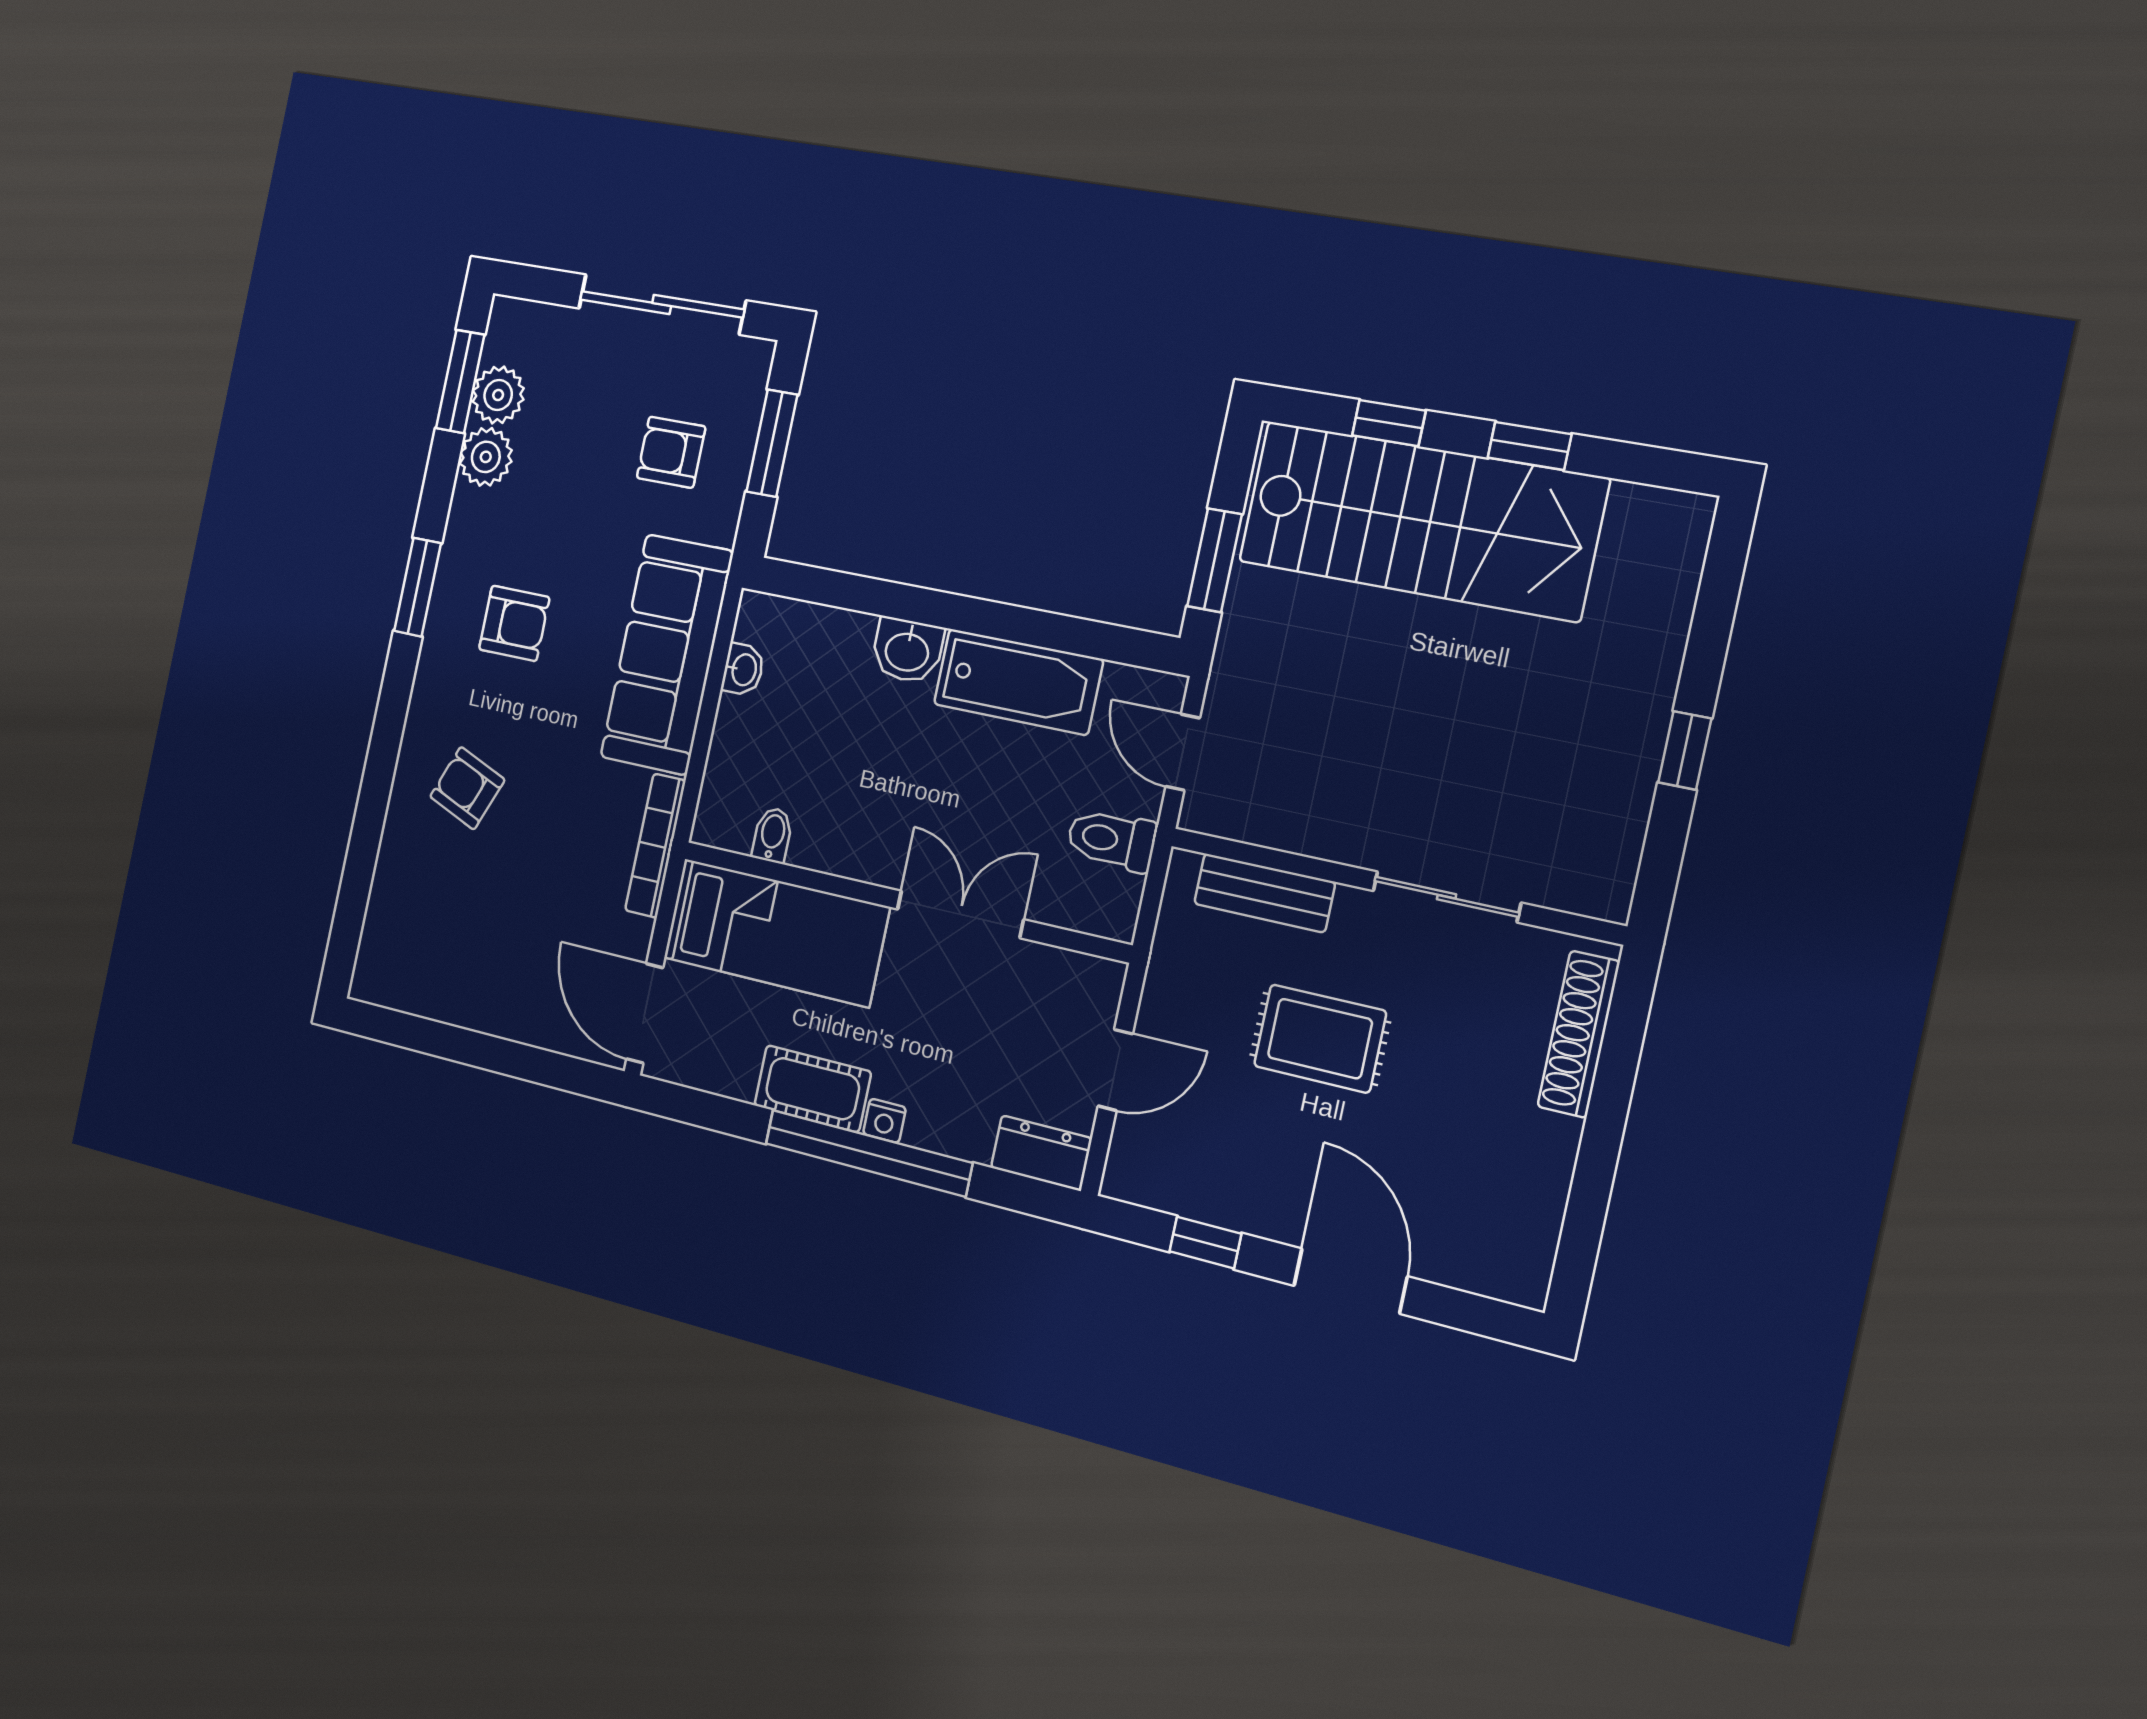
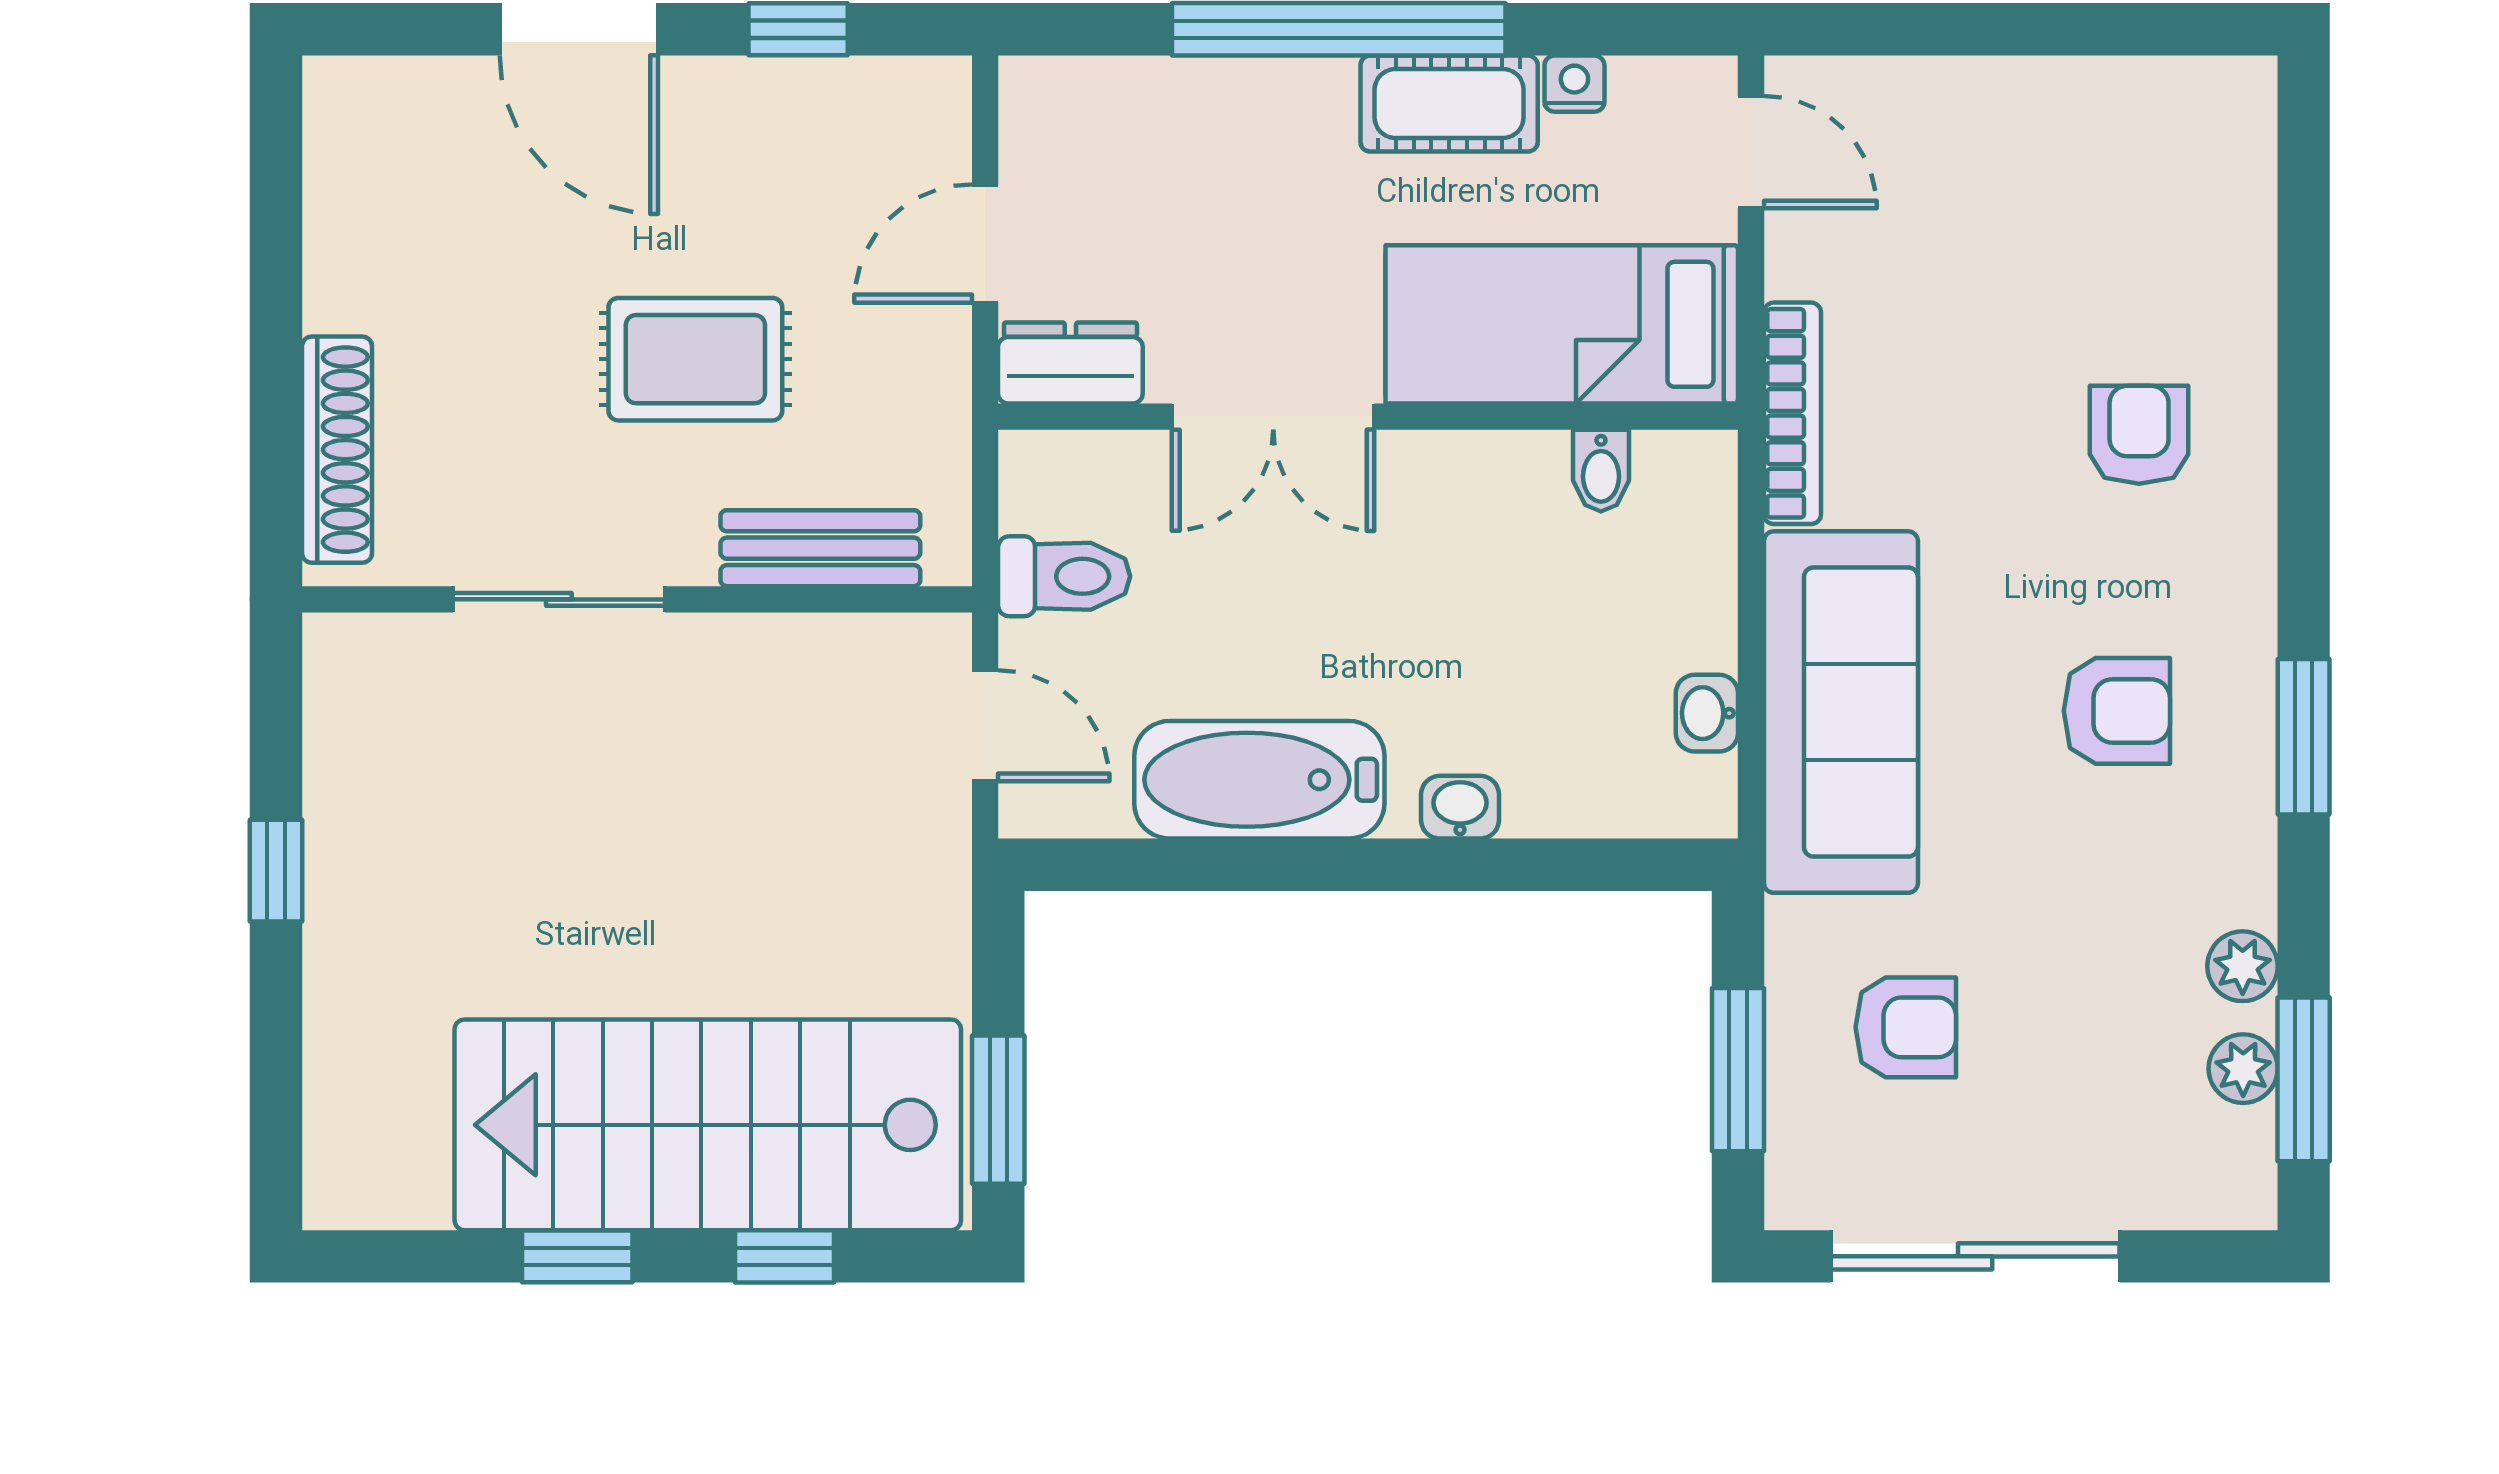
plant: (498, 395) -> (2243, 1069), width x0.73, depth x0.73
plant: (486, 457) -> (2243, 966), width x0.73, depth x0.73
window: (1215, 560) -> (998, 1110), moved
armchair: (514, 623) -> (2117, 711), turned 180
washbasin: (907, 650) -> (1460, 807), width x0.72, depth x0.69
armchair: (467, 788) -> (2139, 435), turned -112
door: (645, 1013) -> (1751, 152), width x0.73
nightstand: (884, 1121) -> (1574, 84), moved
dresser: (1041, 1153) -> (1070, 363), moved, turned 180

